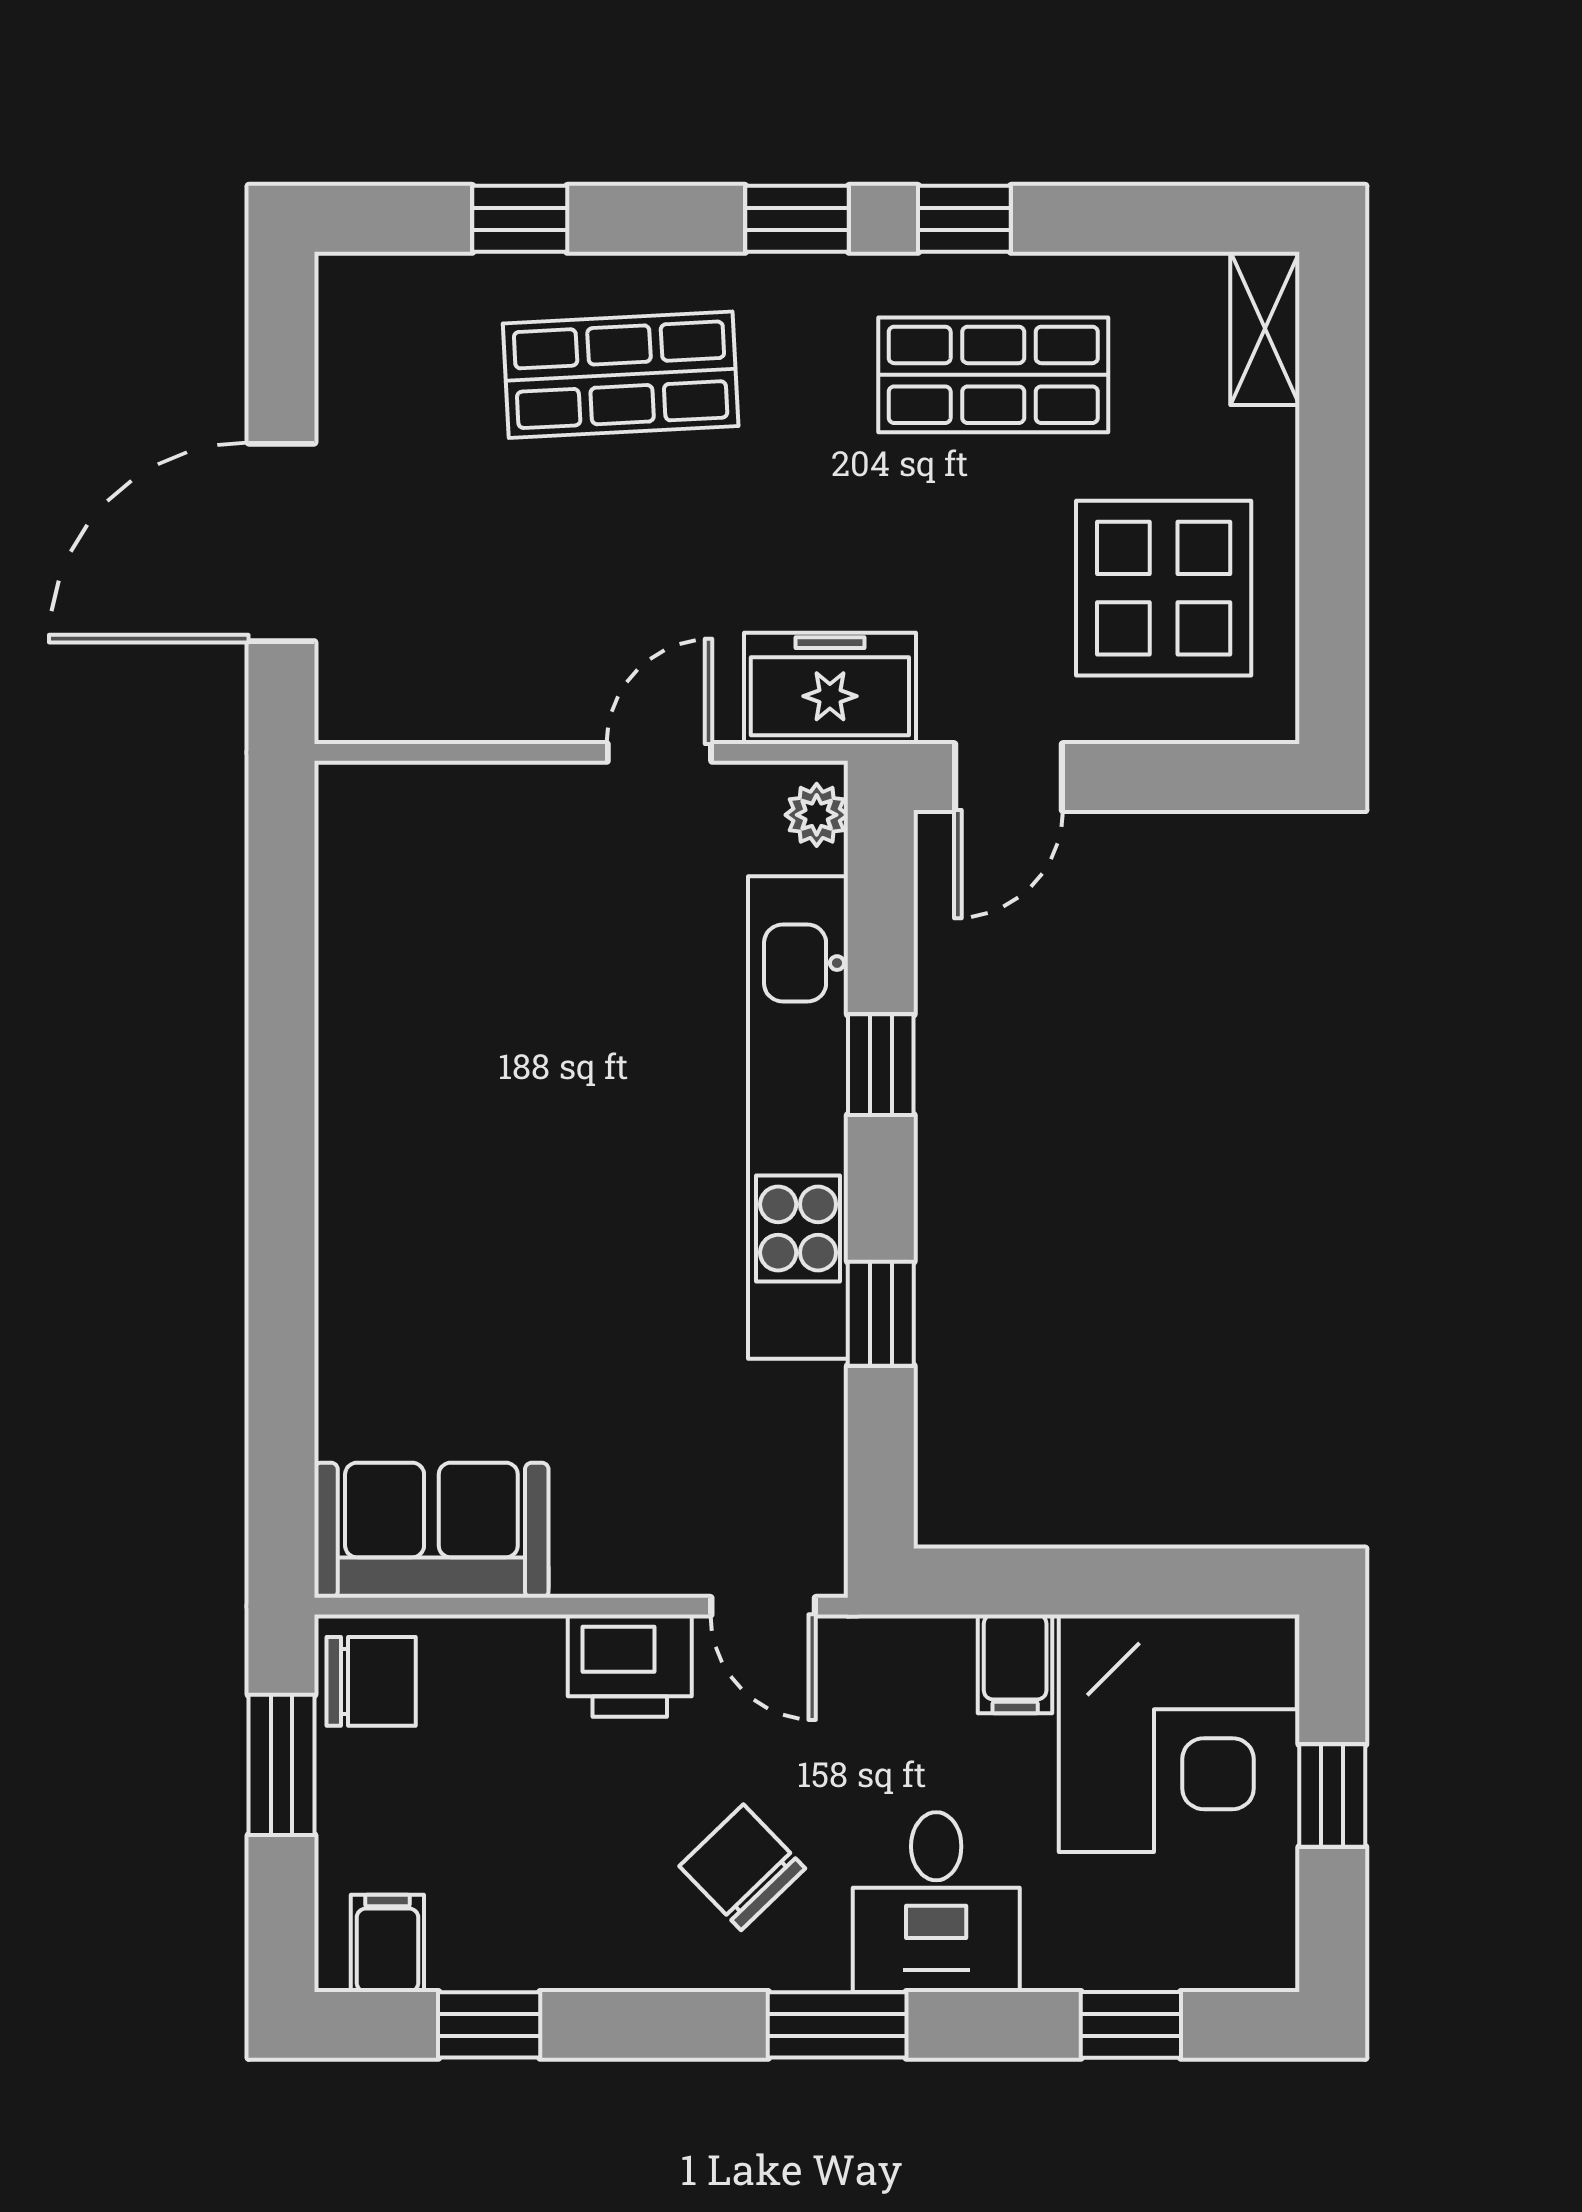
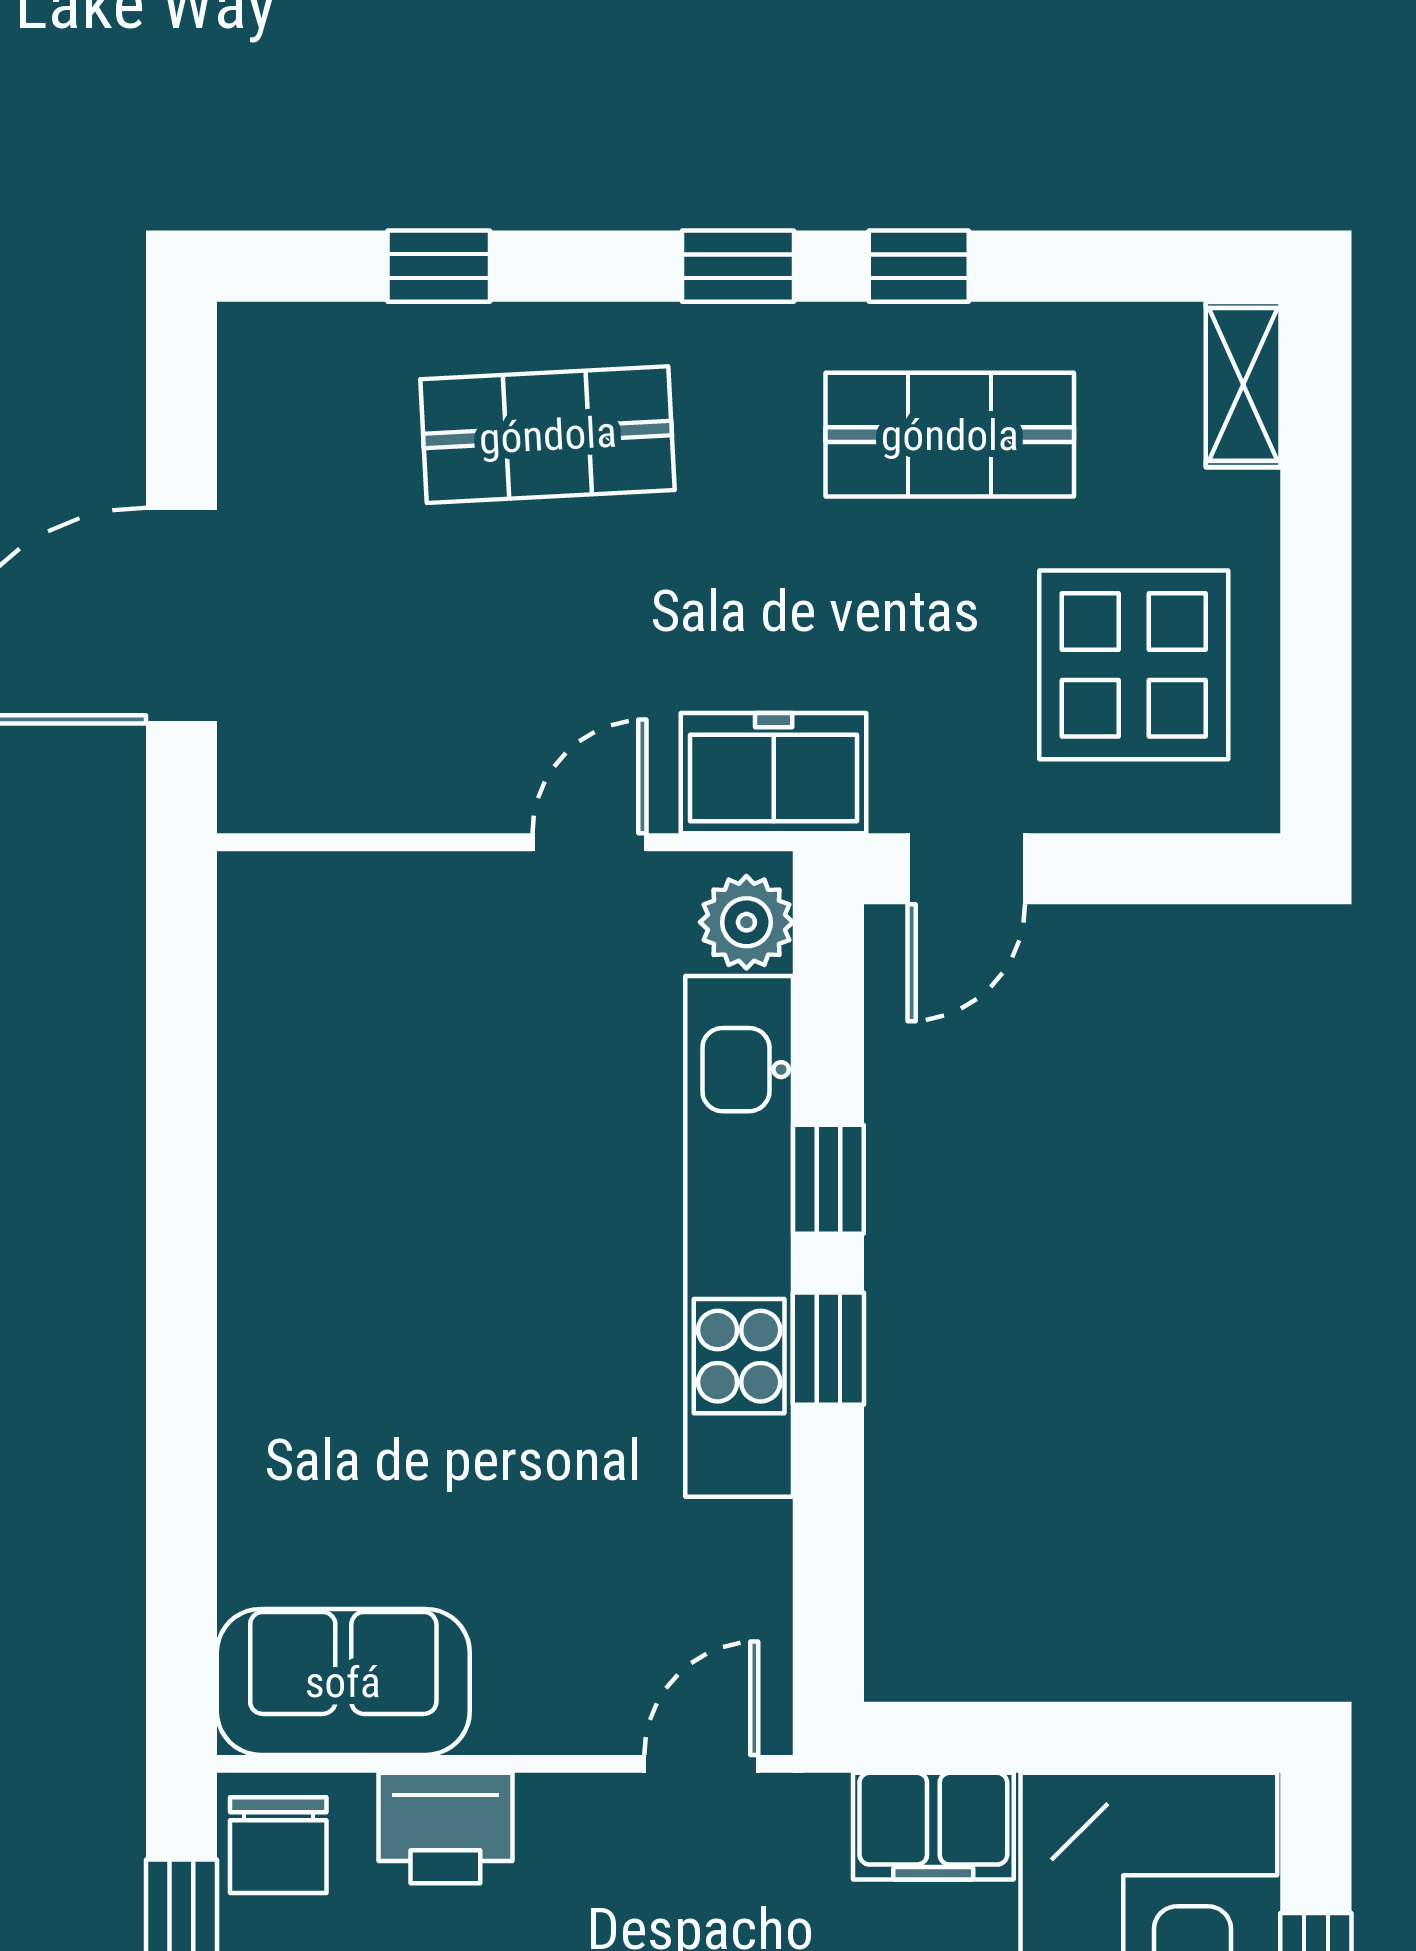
plant: (817, 815) -> (746, 922), width x1.38, depth x1.38
window: (881, 1314) -> (828, 1349), moved
door: (763, 1606) -> (701, 1764), swing flipped
filing cabinet: (1015, 1664) -> (933, 1826), width x2.00
printer: (630, 1666) -> (445, 1828), moved
chair: (371, 1681) -> (278, 1845), turned 90

